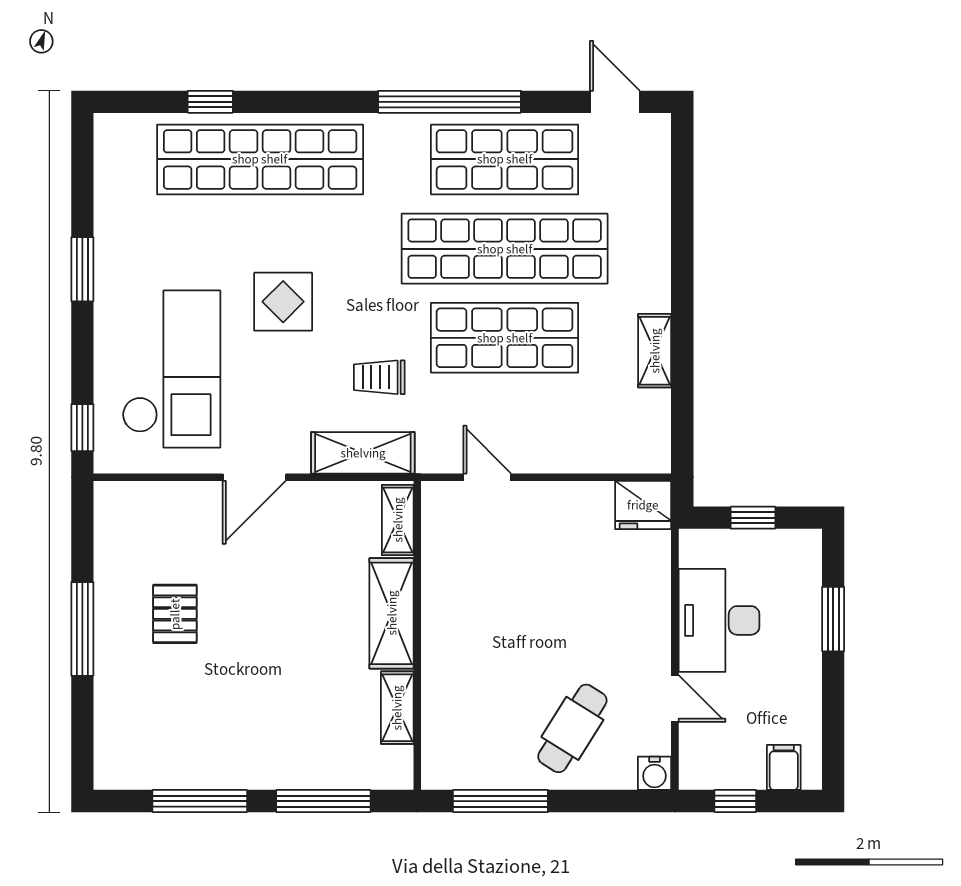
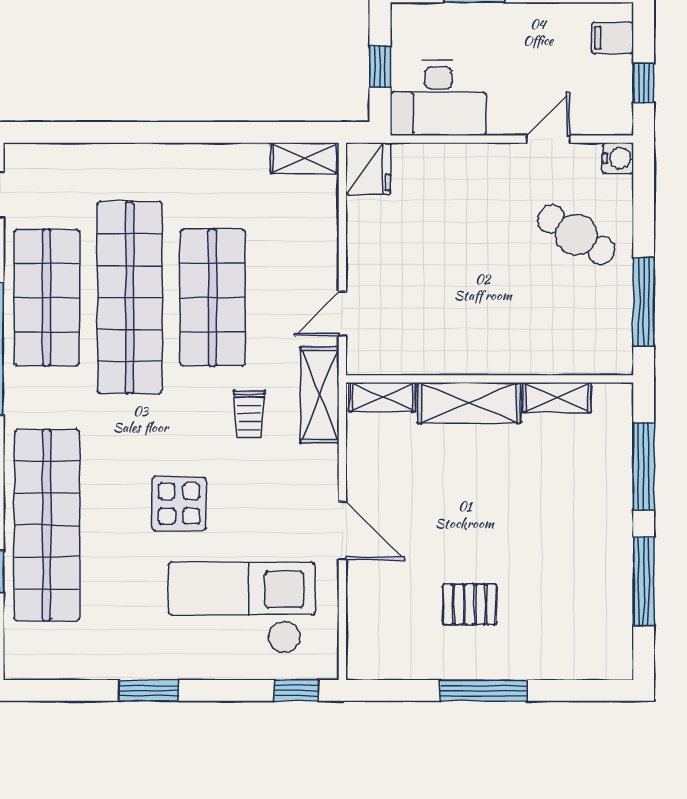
shelving: (655, 351) -> (305, 158), moved
shelving: (363, 453) -> (320, 395), moved
desk: (719, 620) -> (438, 98), moved

